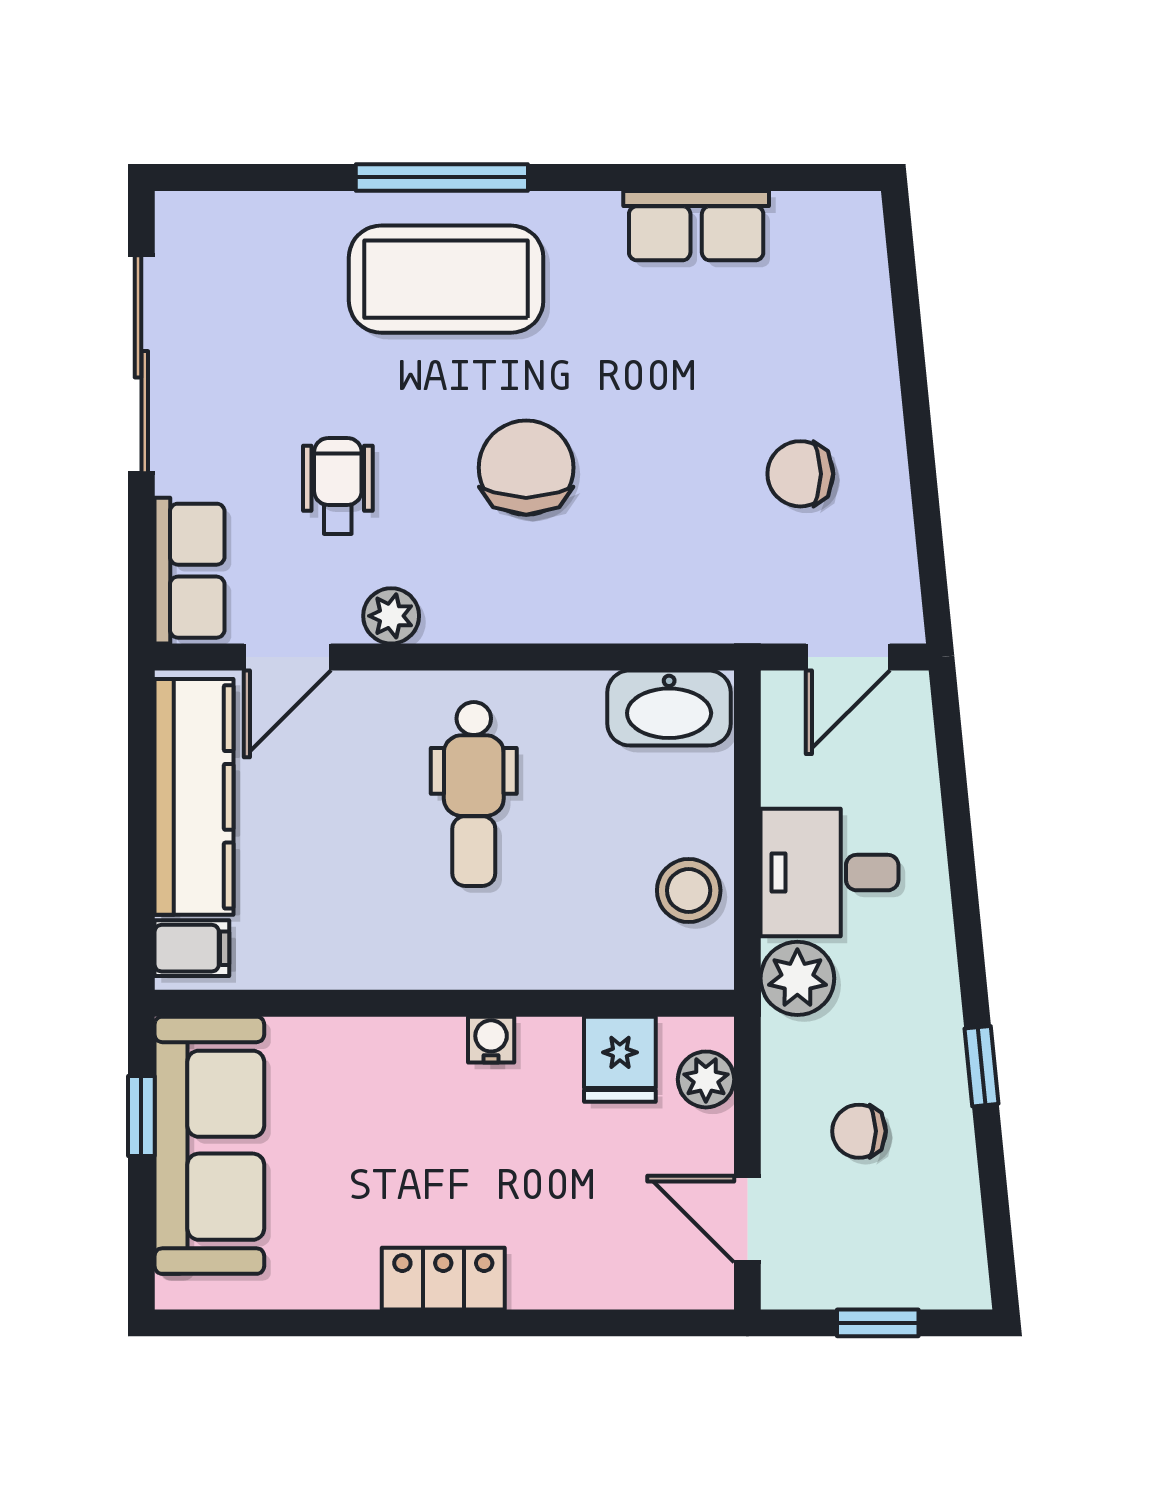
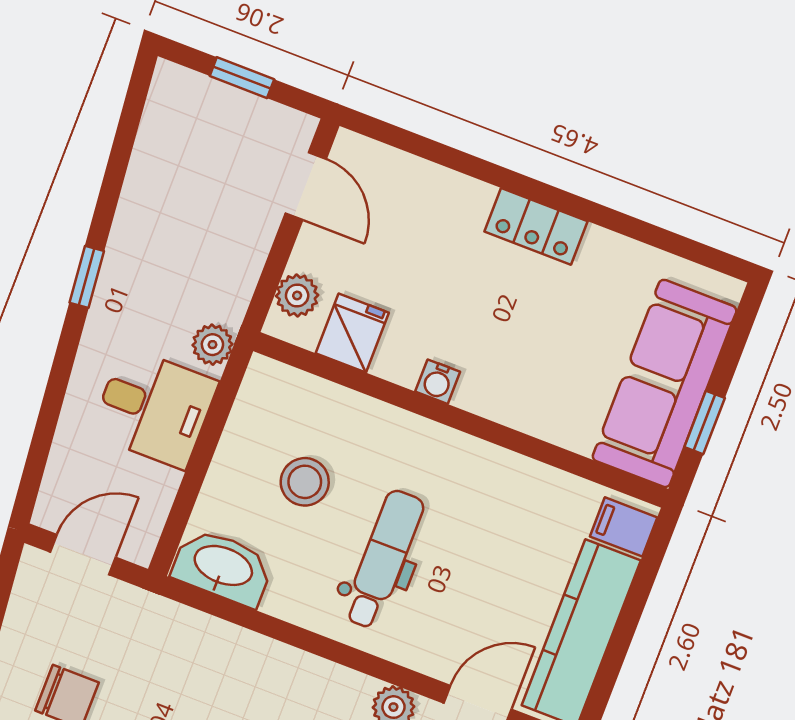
stool: (689, 890) -> (305, 482), moved
plant: (797, 978) -> (212, 345), width x0.73, depth x0.73
window: (982, 1066) -> (87, 277), moved
chair: (859, 1131) -> (203, 218), removed

